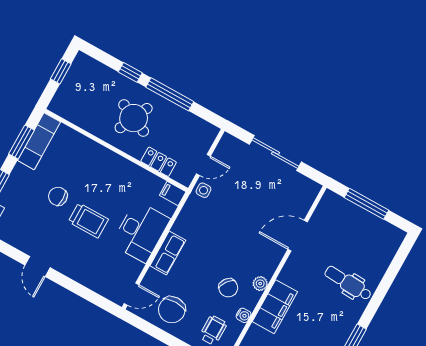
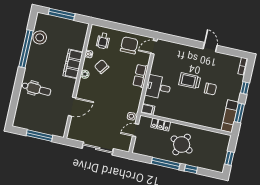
desk: (141, 232) -> (158, 87), width x0.73

